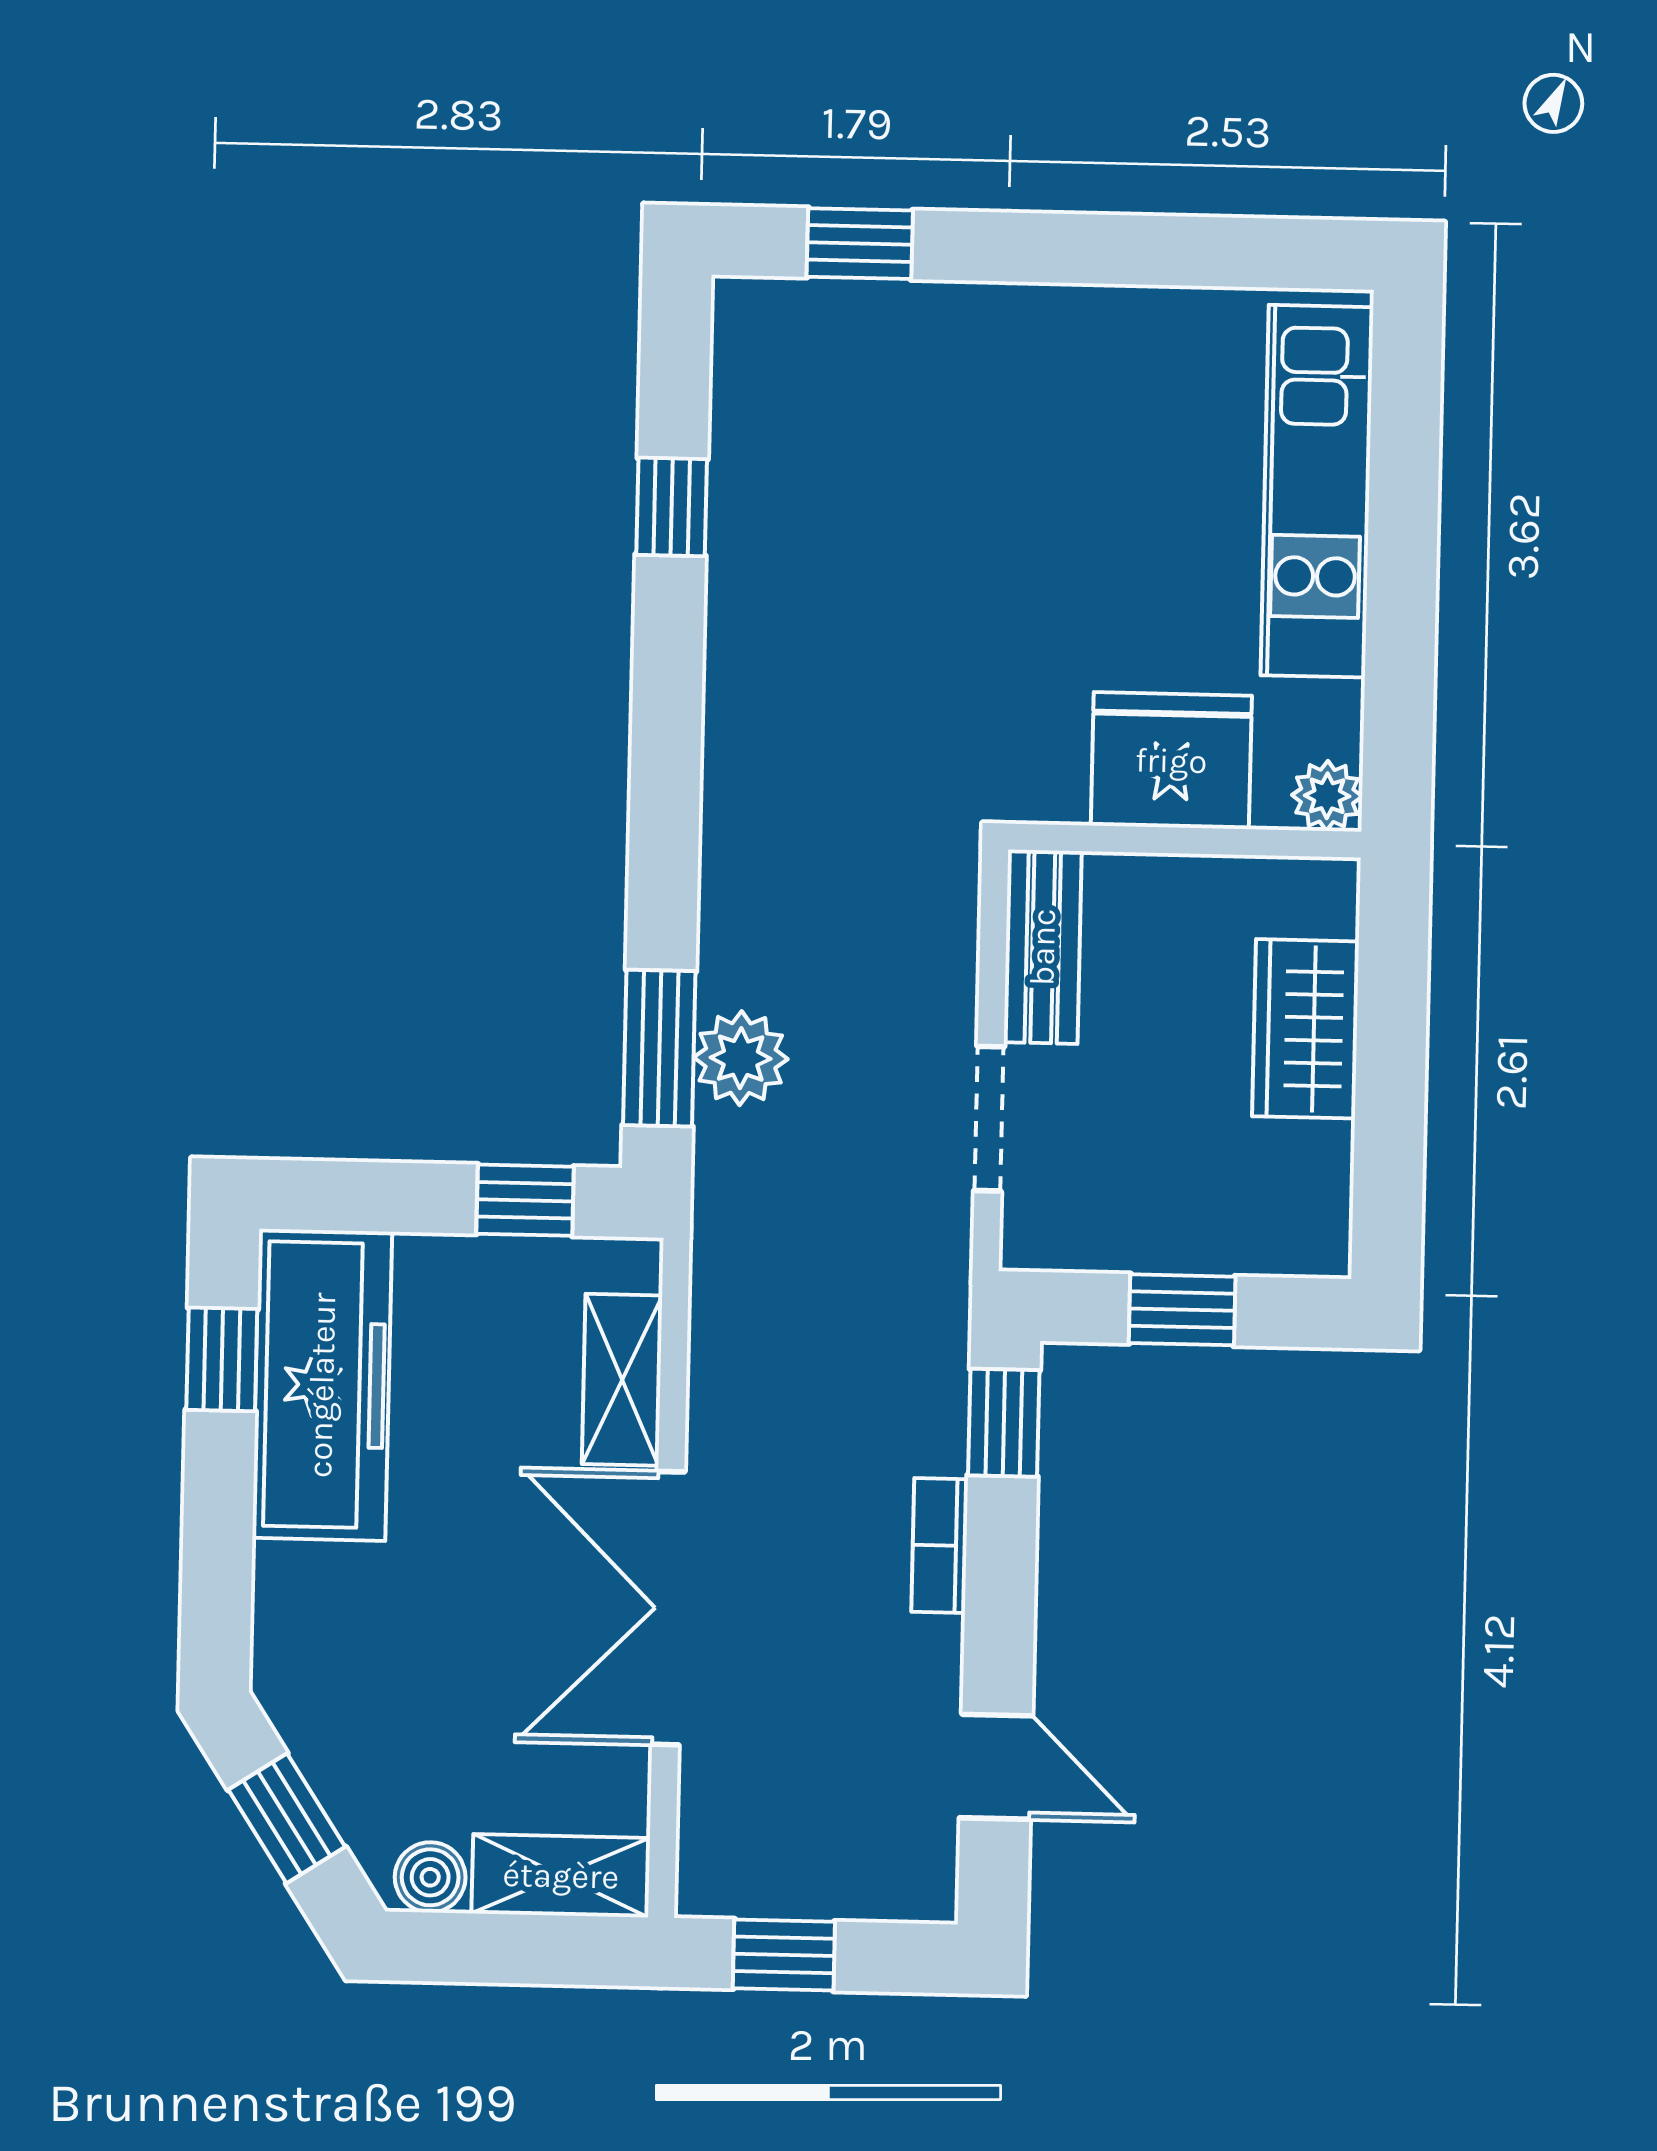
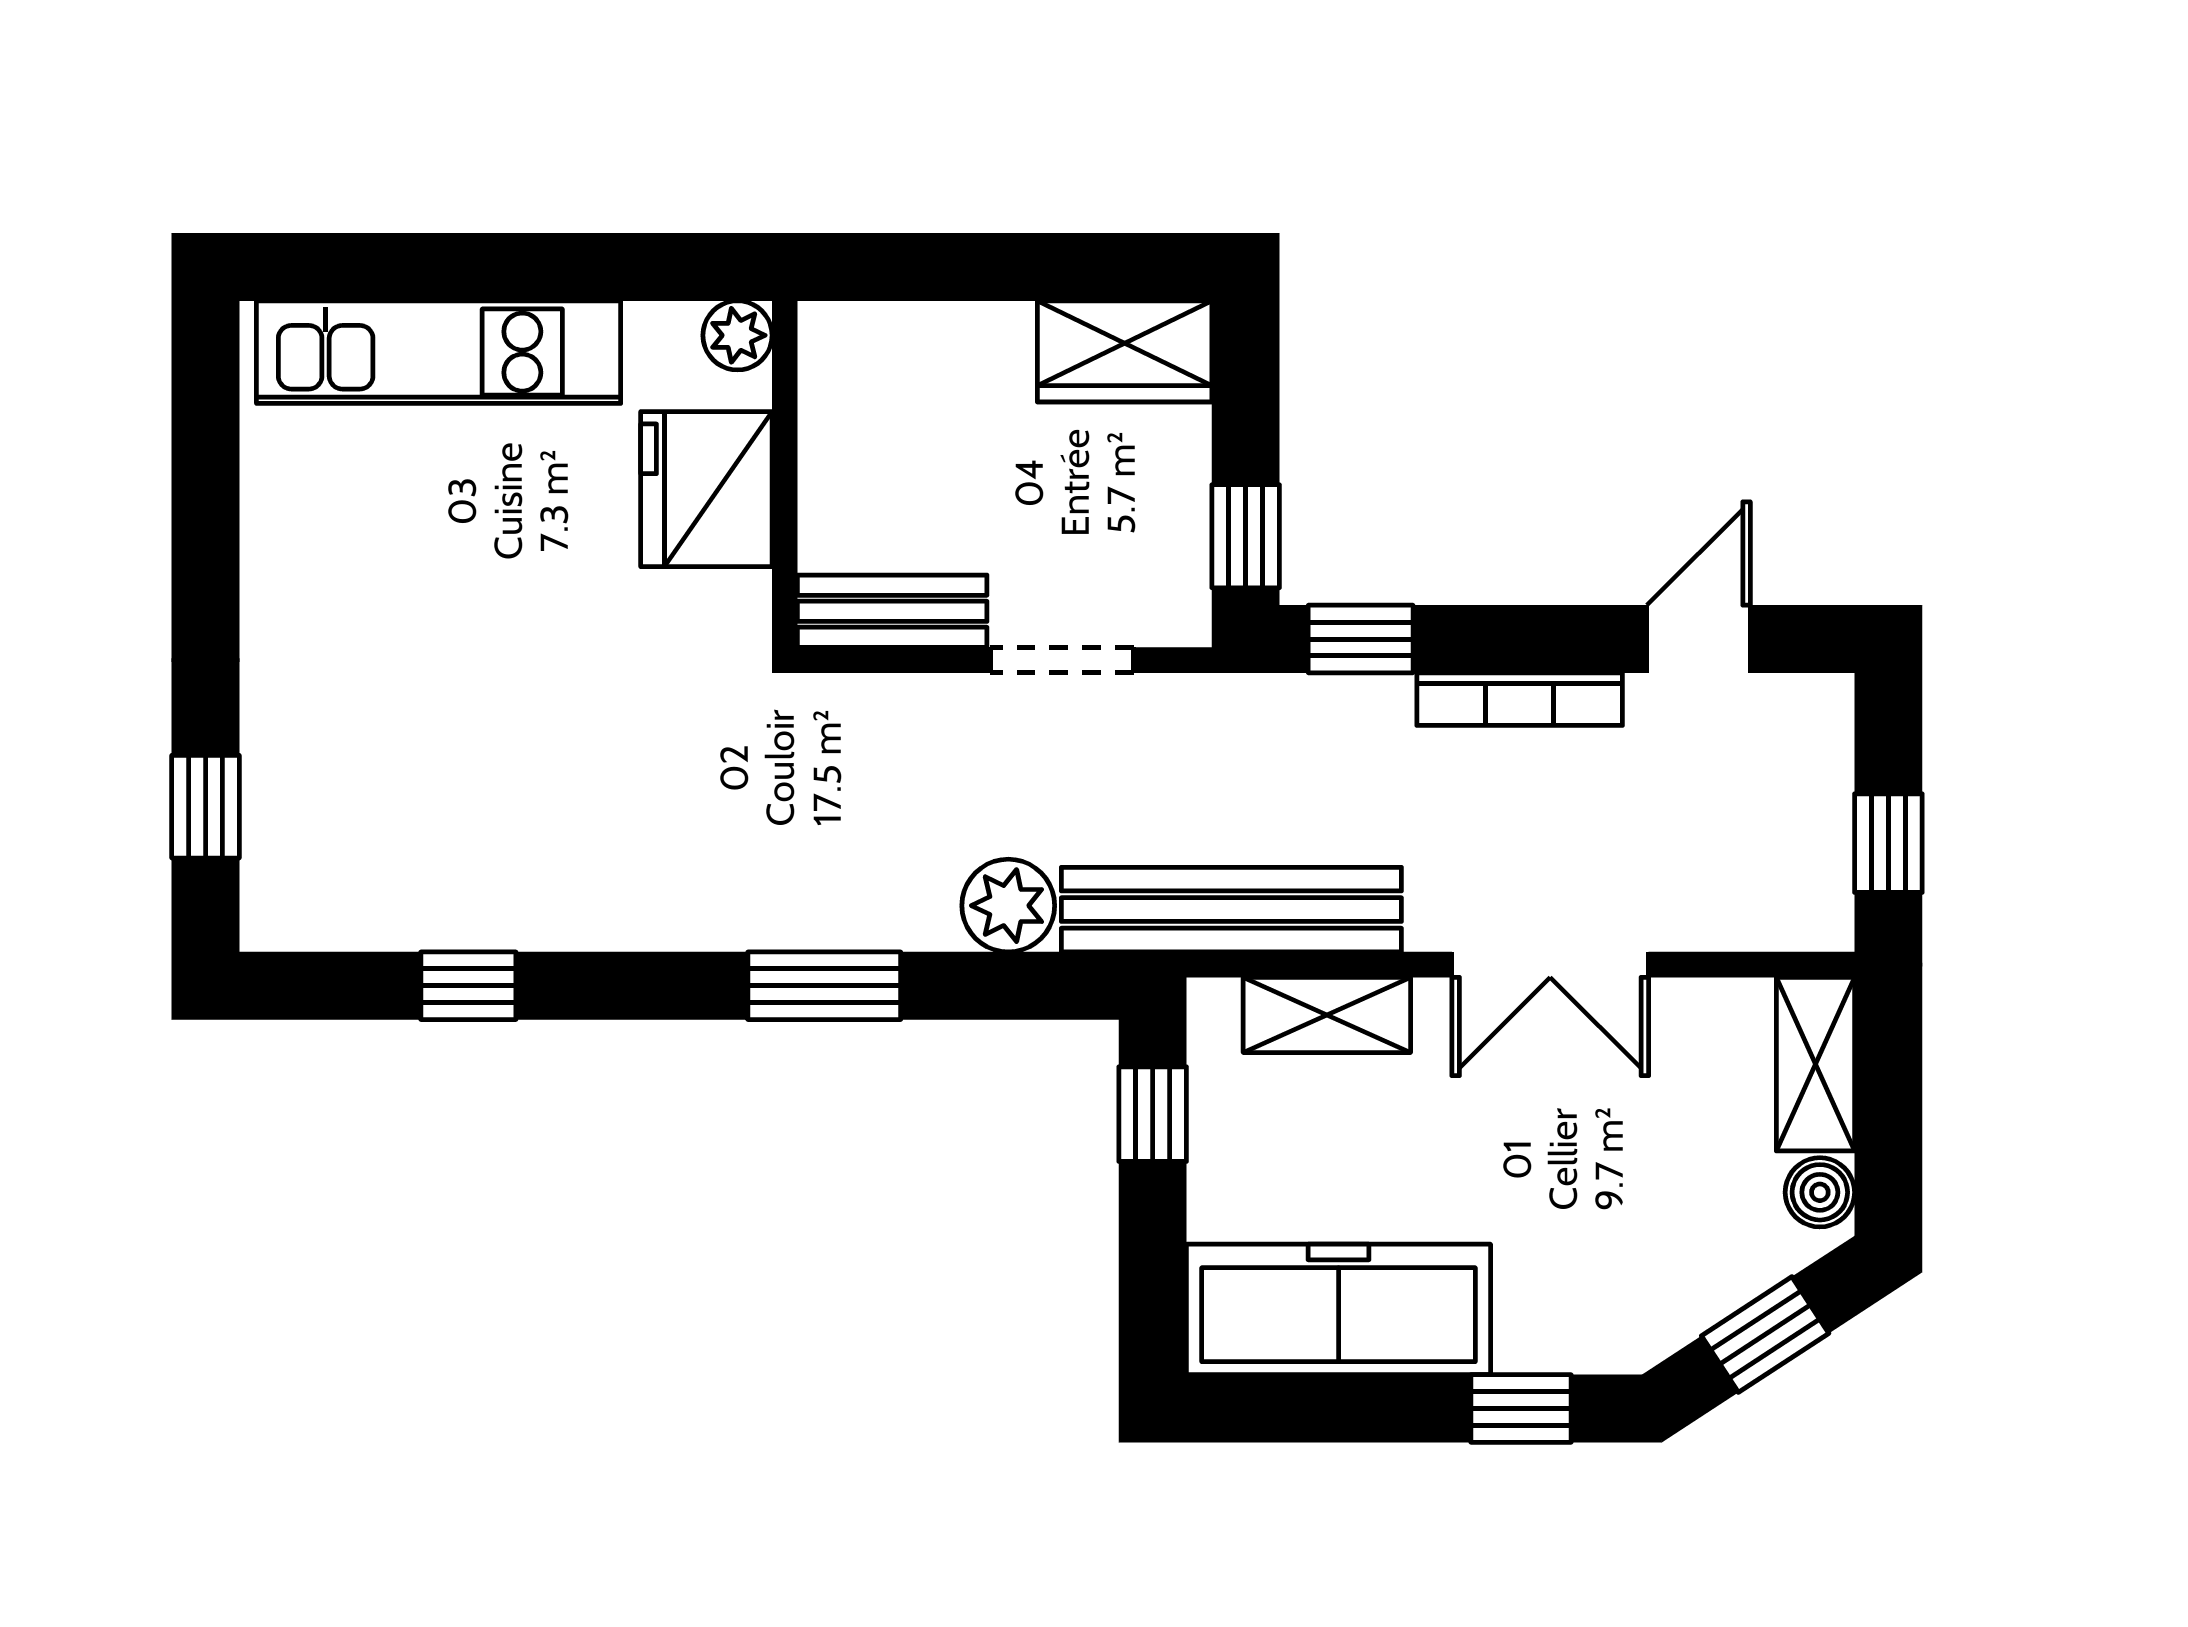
wardrobe: (1306, 1029) -> (1125, 351), moved
window: (659, 1048) -> (824, 986), moved
bench: (731, 1285) -> (1231, 910), added
window: (1182, 1310) -> (1246, 536), moved
window: (222, 1359) -> (1521, 1409), moved
bookcase: (940, 1546) -> (1520, 699), width x1.56
double door: (668, 1608) -> (1550, 965), width x0.73

